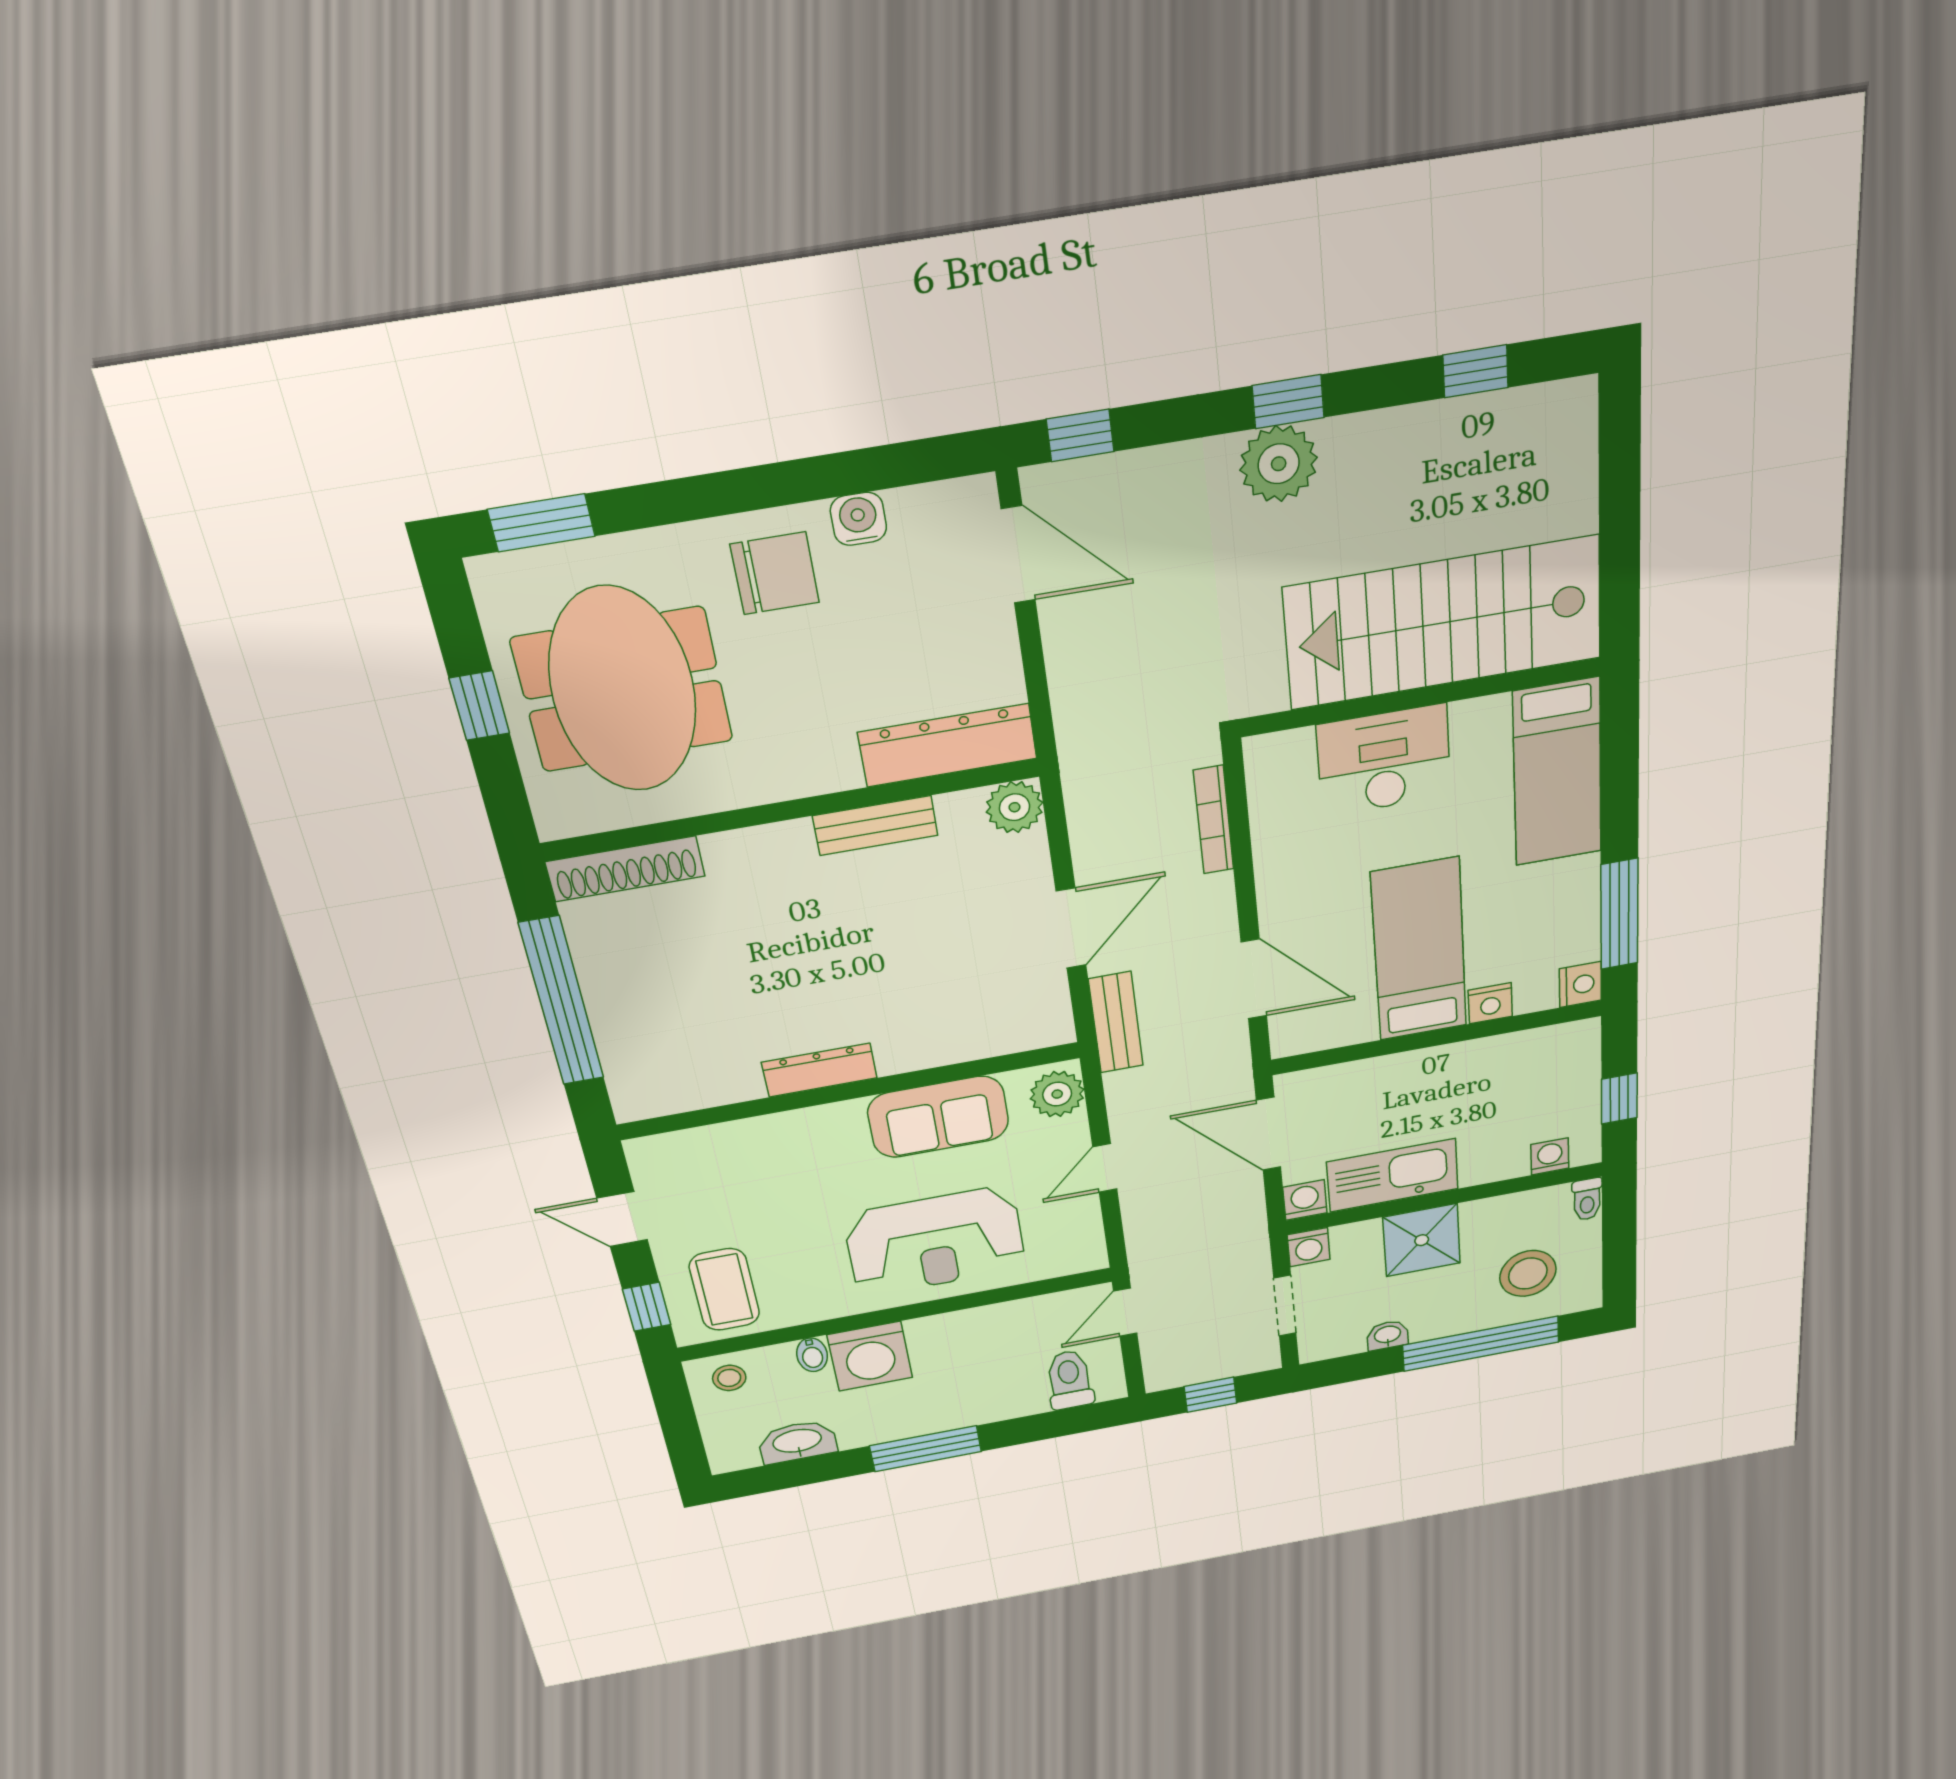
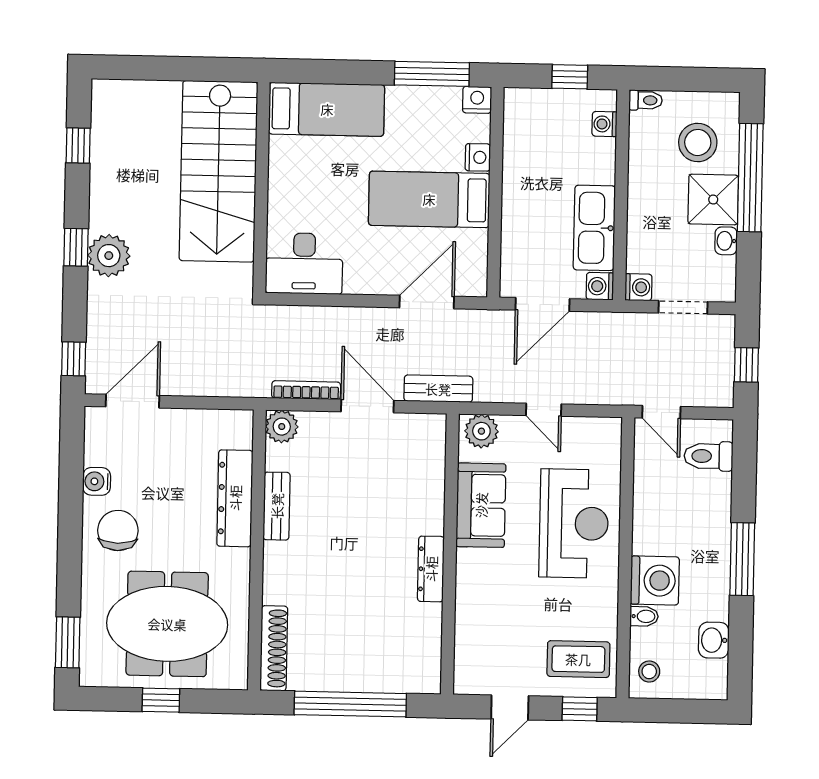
dresser: (948, 745) -> (235, 498), moved
desk: (1384, 760) -> (304, 263), moved, turned -90
bookcase: (1213, 820) -> (306, 390), moved, turned 180
shower: (1422, 1240) -> (713, 200), moved
washbasin: (797, 1442) -> (714, 640), width x0.72

